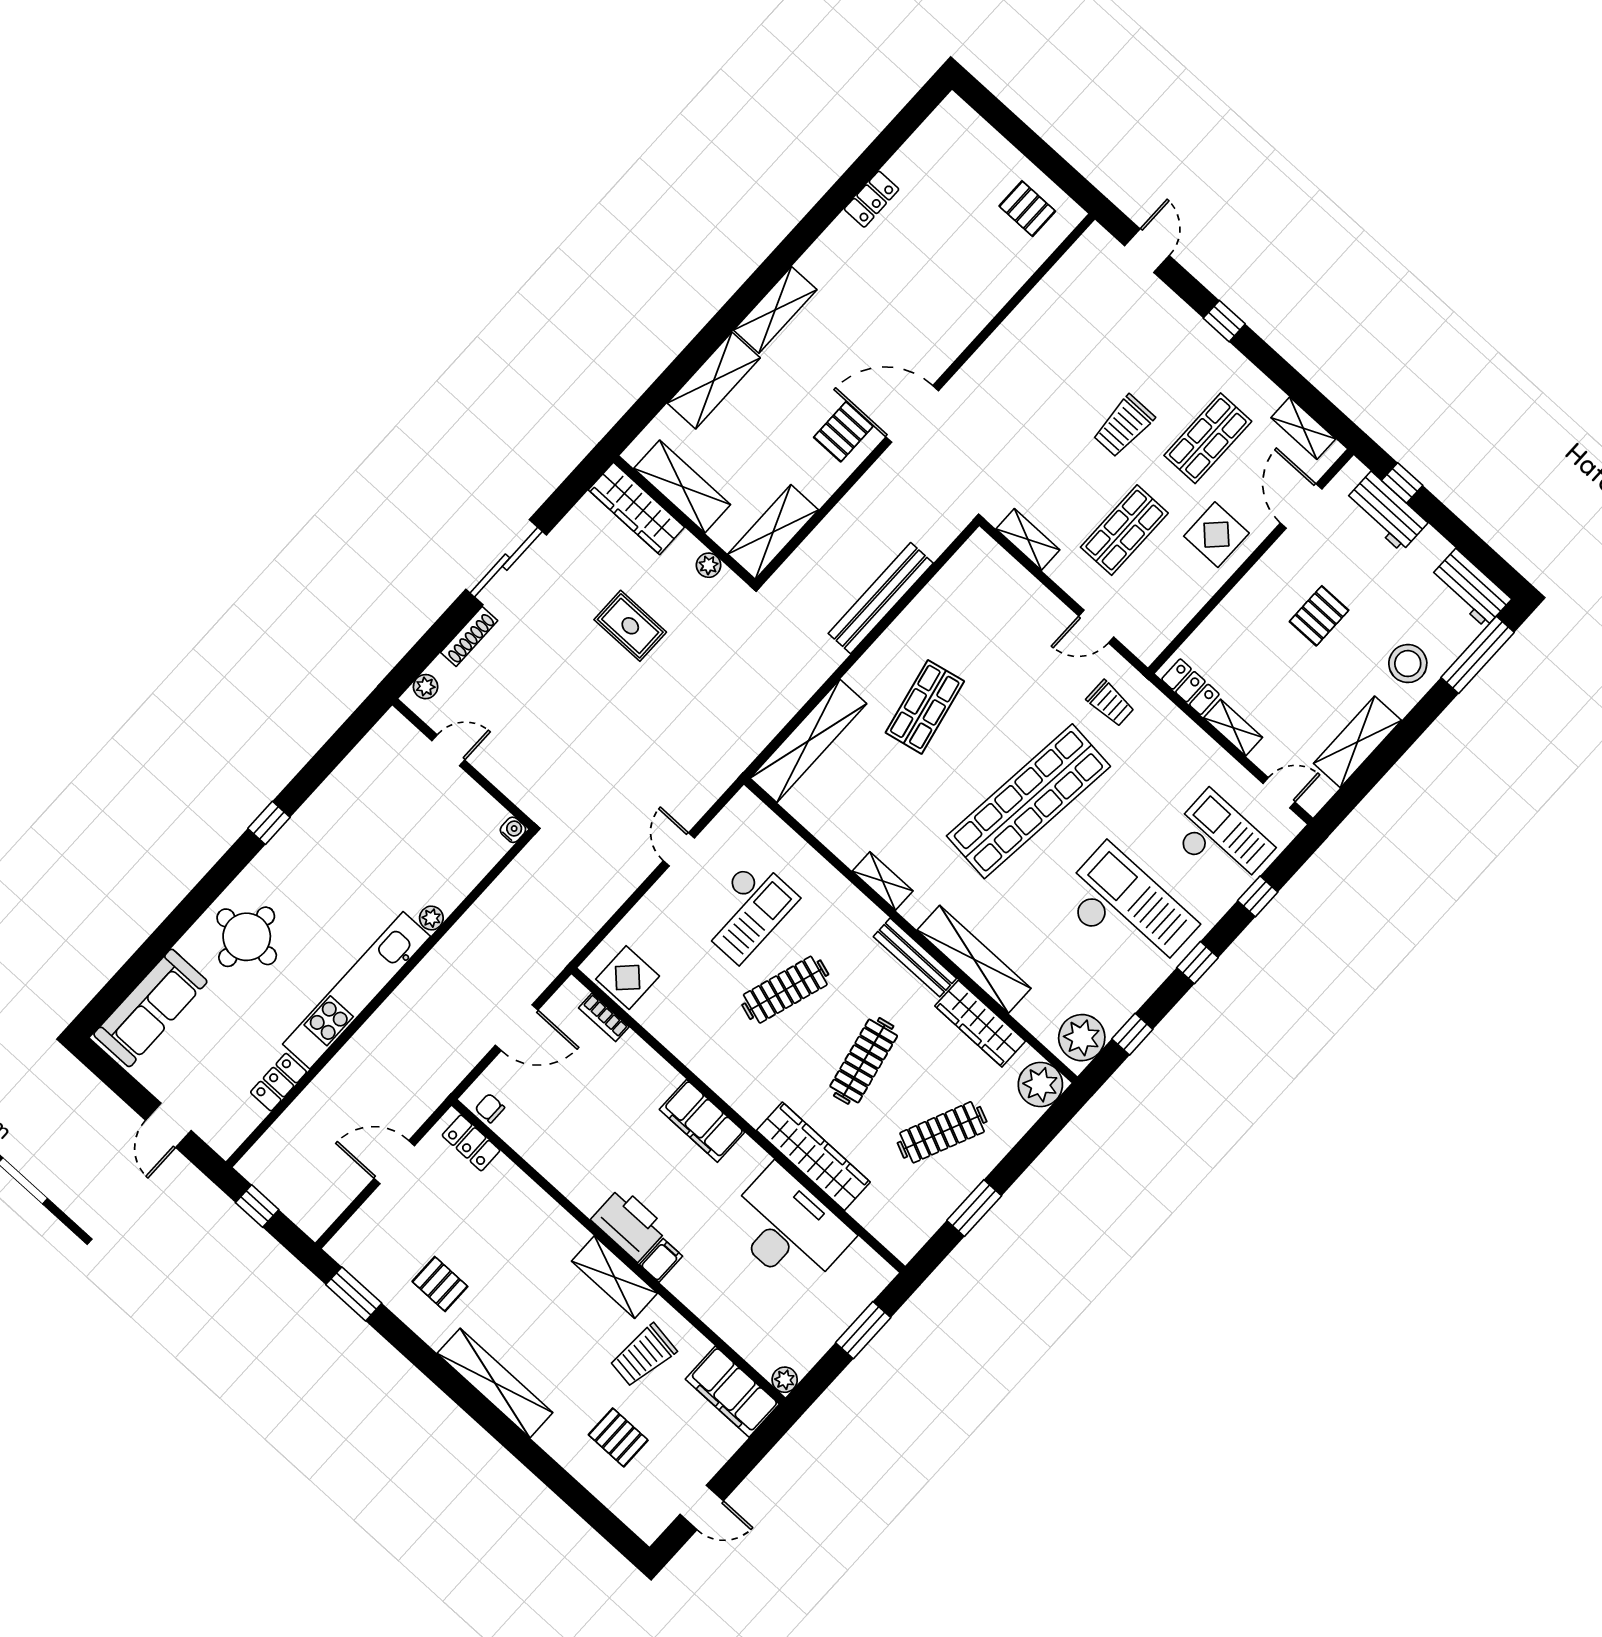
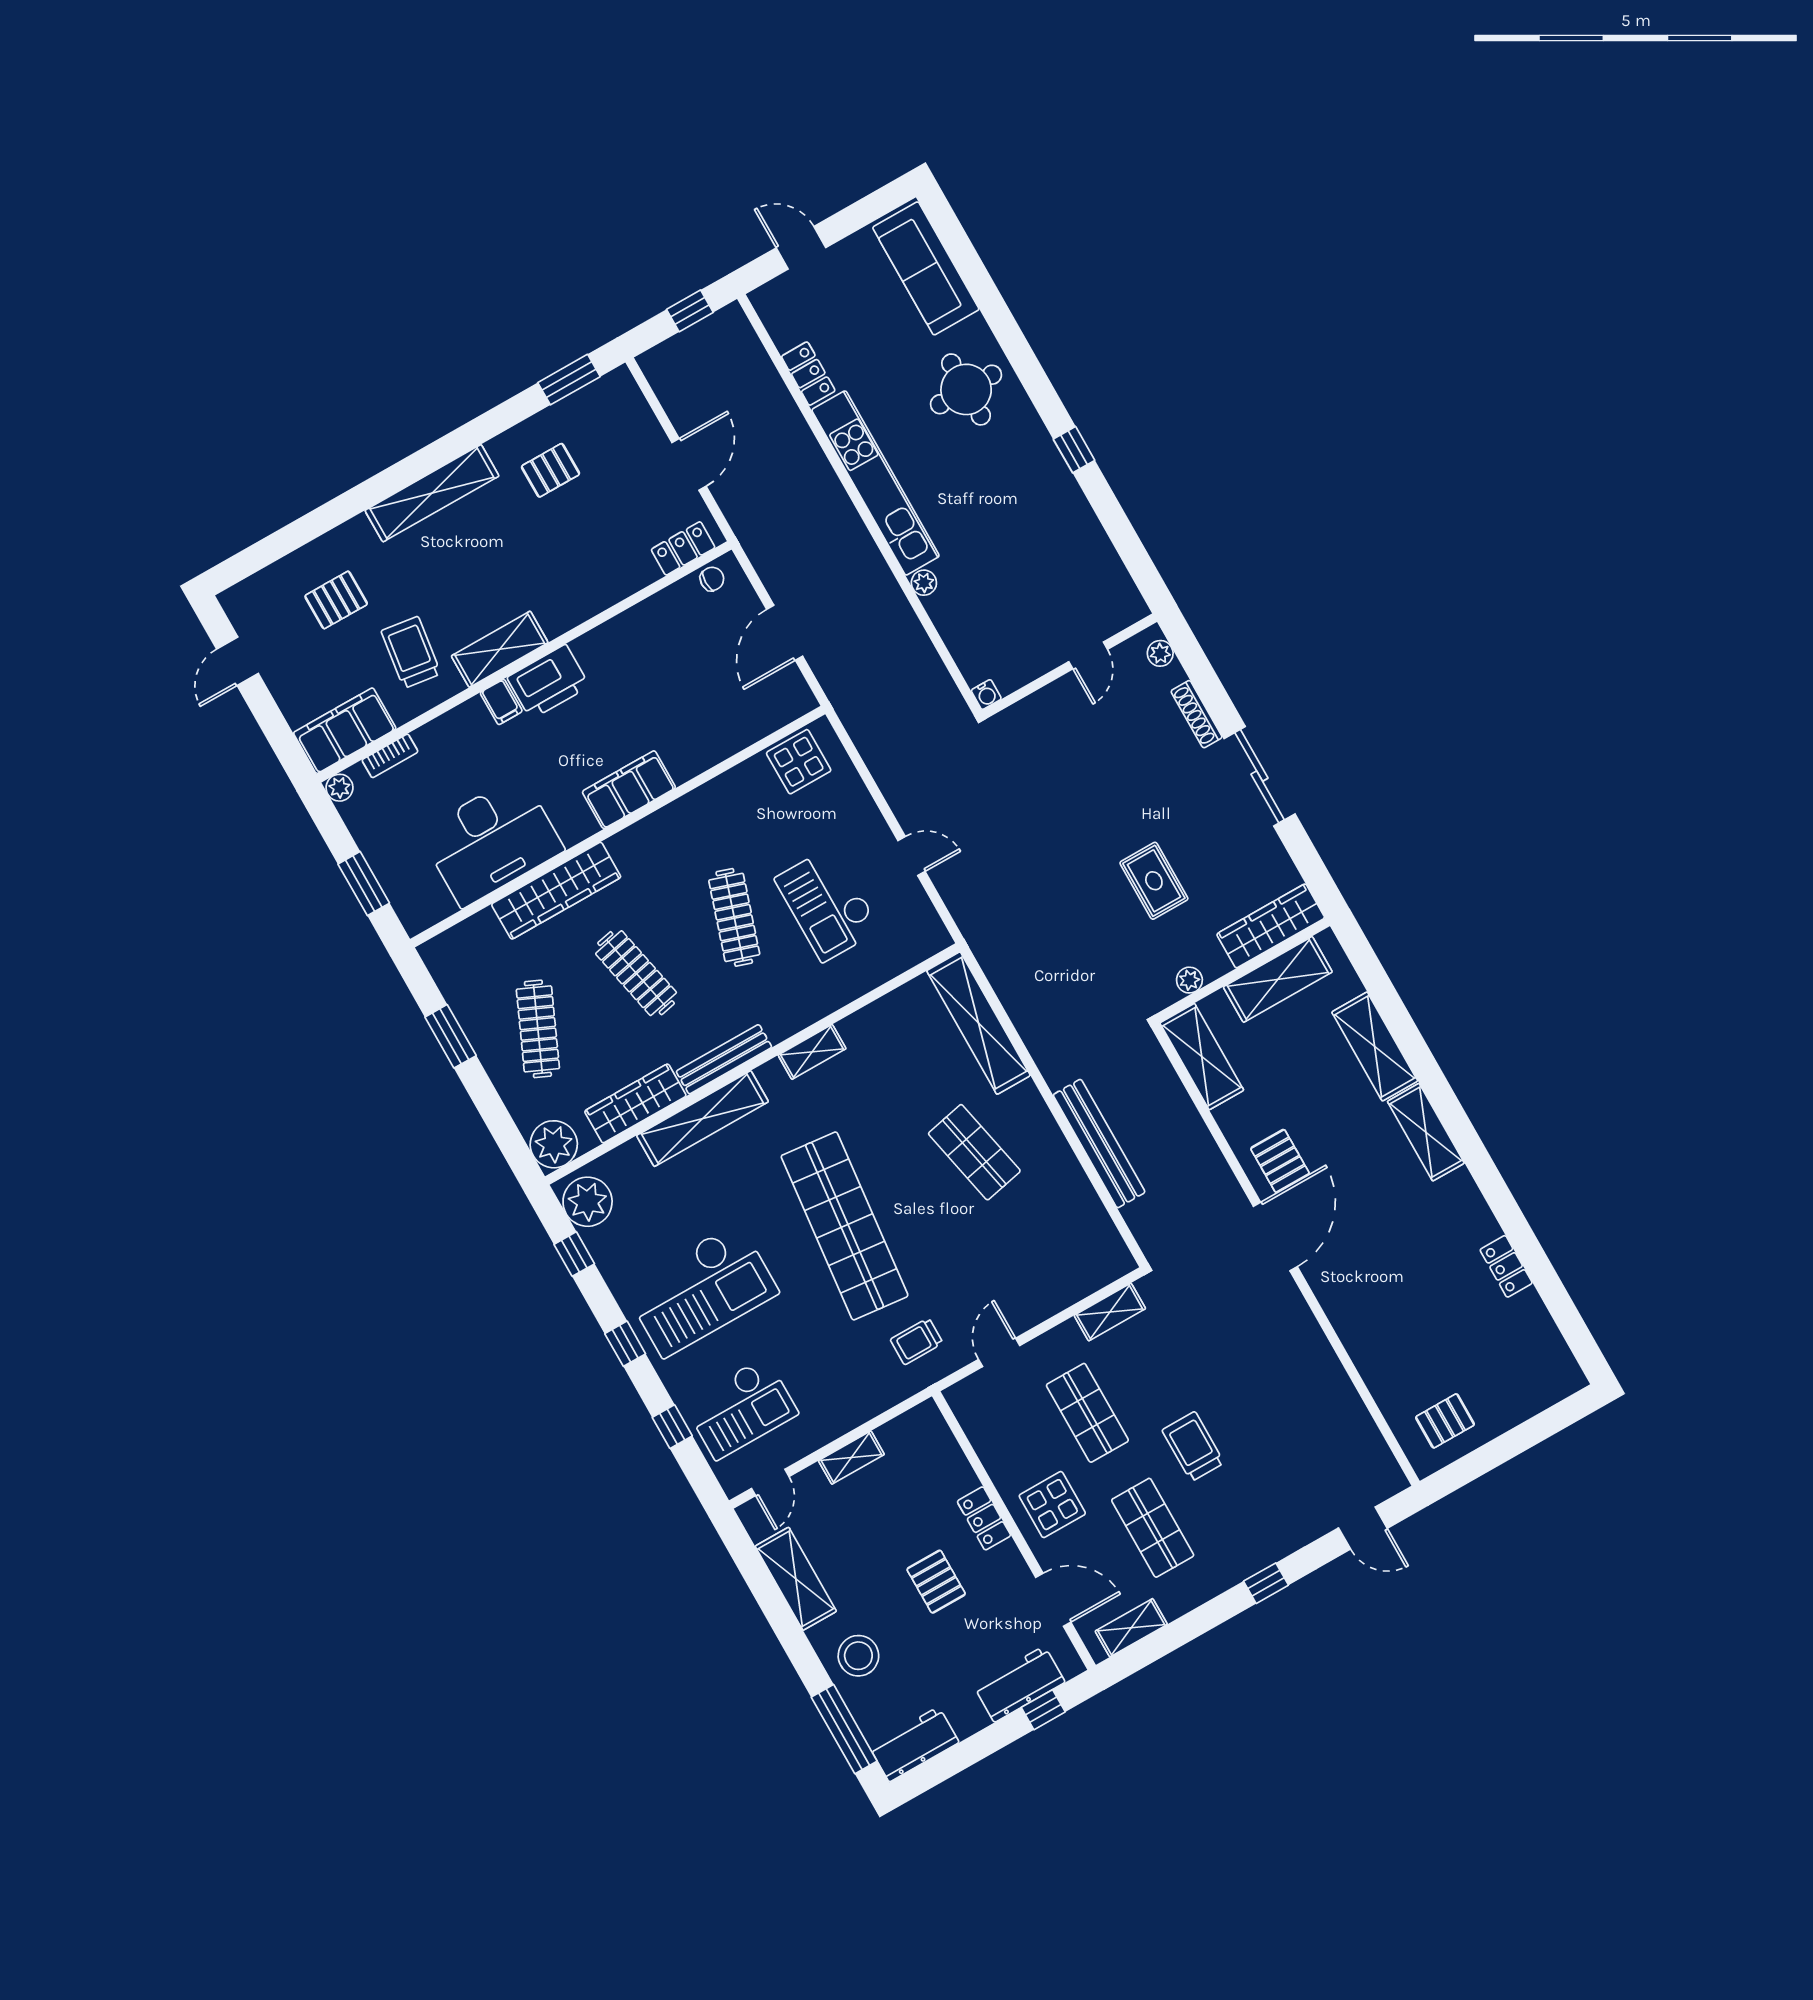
rug: (630, 626) -> (1154, 881), turned 90
locker: (1190, 687) -> (984, 1518), moved, turned 90
bookcase: (604, 1017) -> (390, 756), moved, turned 180

